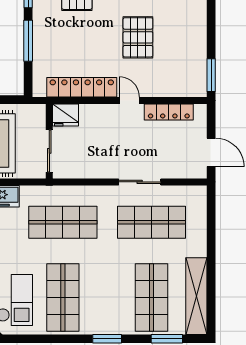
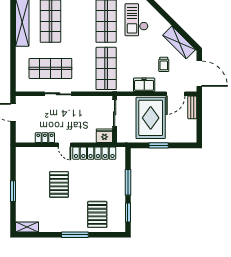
window: (211, 75) -> (13, 191), moved
locker: (169, 112) -> (45, 138), width x0.66
shop shelf: (63, 222) -> (106, 68), turned 90

